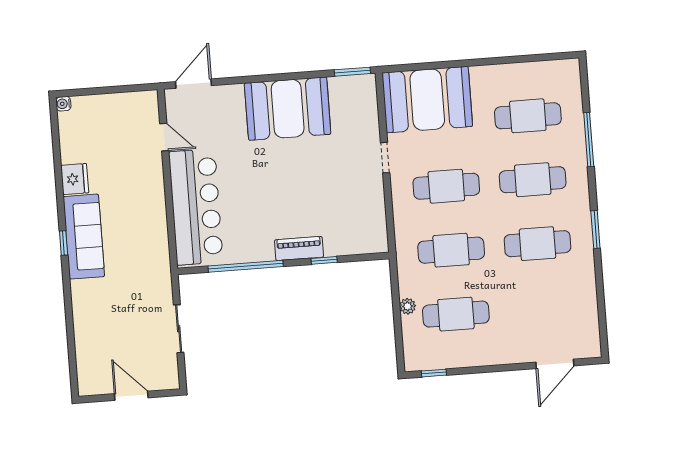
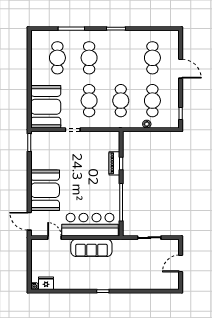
booth: (288, 109) -> (45, 190), moved
door: (164, 137) -> (54, 238), hinge flipped
fridge: (75, 179) -> (46, 283), moved
sofa: (84, 237) -> (91, 248), moved, turned 180
cafe table: (537, 244) -> (152, 58), moved
piano: (299, 248) -> (114, 163), moved
door: (555, 364) -> (181, 69), moved

